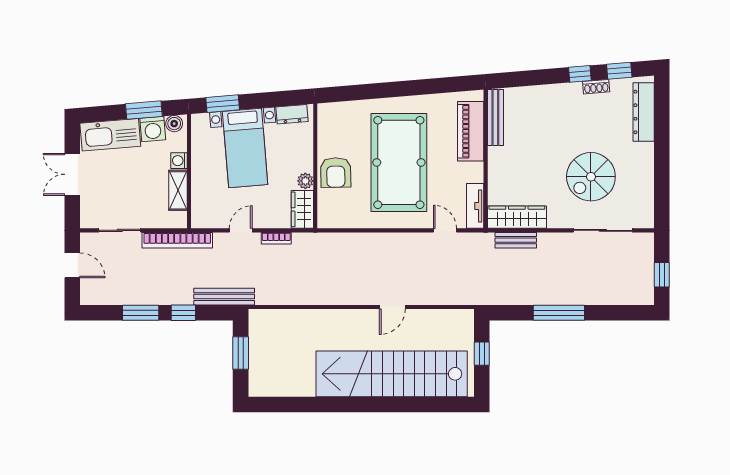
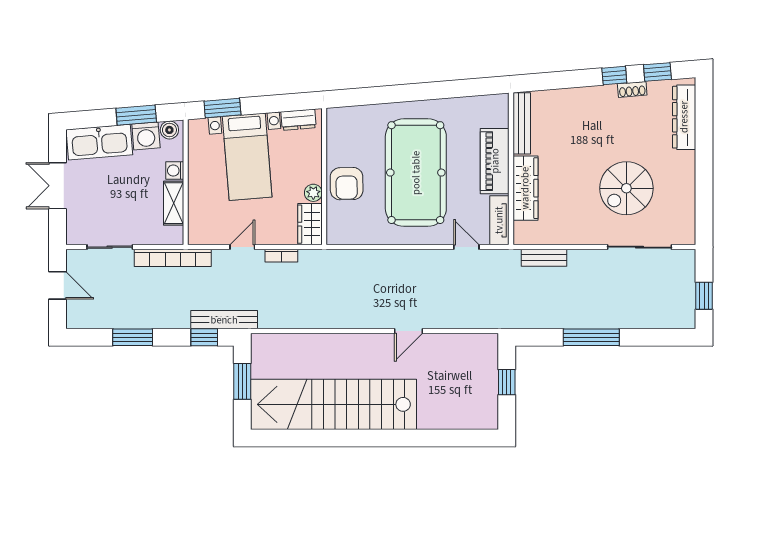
piano: (471, 131) -> (495, 161), moved
wardrobe: (517, 217) -> (525, 188), moved, turned 90
window: (183, 313) -> (204, 337), moved
stairs: (392, 374) -> (333, 404), moved

